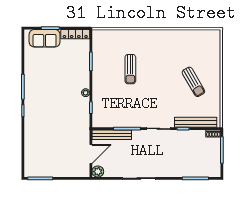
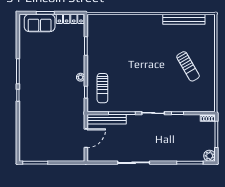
sun lounger: (130, 69) -> (102, 88), moved
bench: (196, 122) -> (184, 19), moved
plant: (98, 172) -> (210, 156), moved

